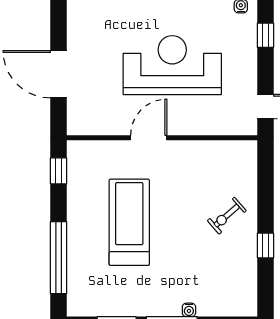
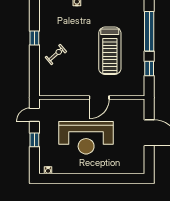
window: (265, 35) -> (34, 140), moved
window: (59, 171) -> (149, 69), moved

